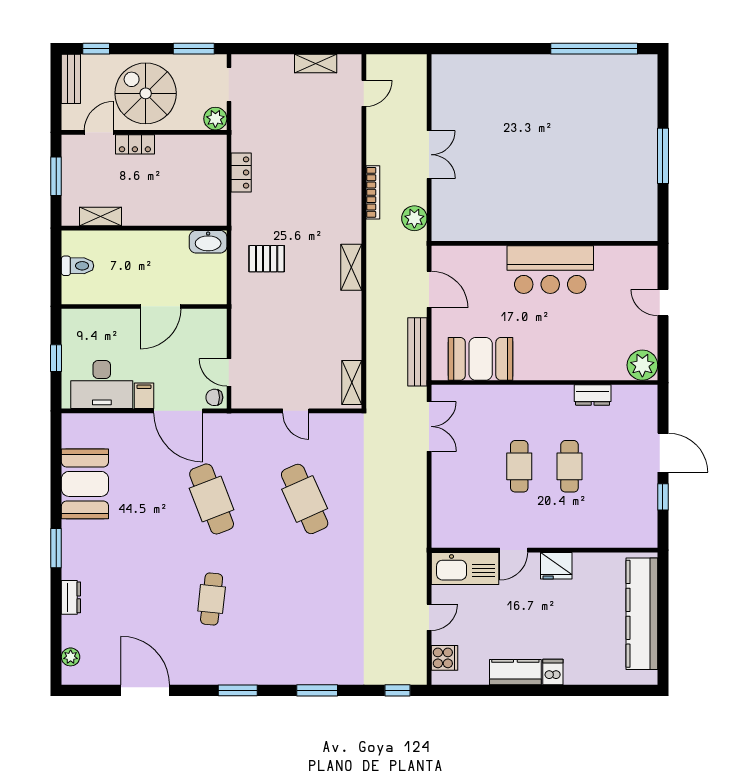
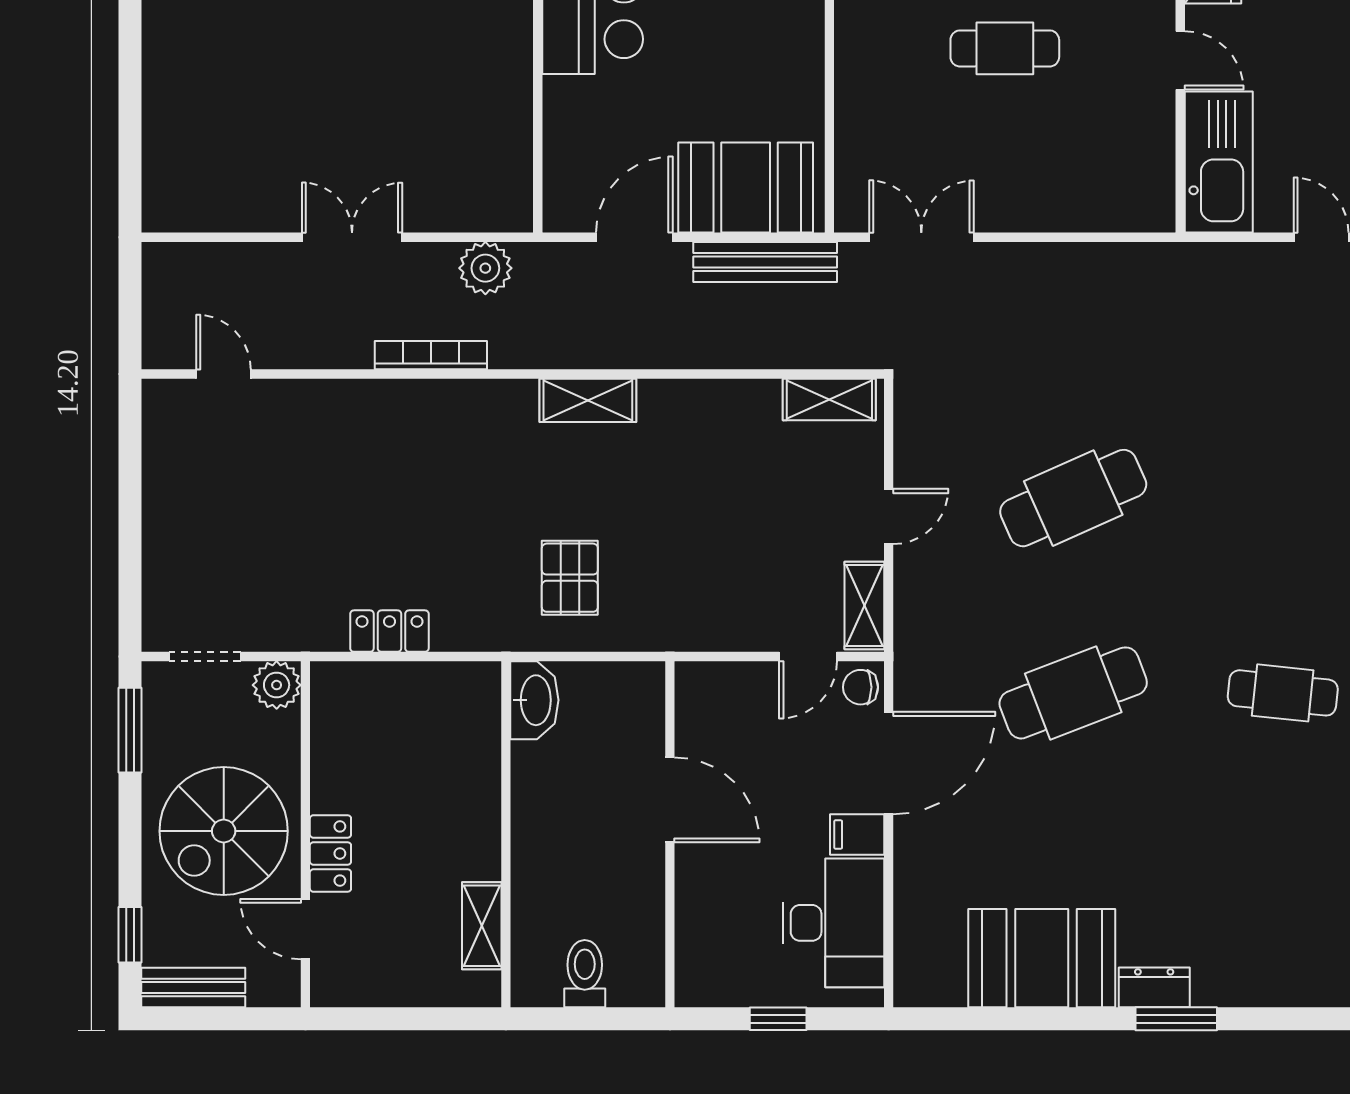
shelving: (316, 64) -> (864, 606), moved
window: (56, 176) -> (397, 1019), removed
booth: (481, 359) -> (746, 188), moved, turned 90
chair: (214, 397) -> (861, 687), turned 90
dresser: (71, 597) -> (1154, 987), moved

